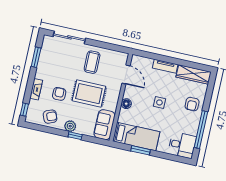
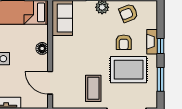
rug: (89, 94) -> (129, 70), moved
window: (24, 110) -> (161, 46), moved

